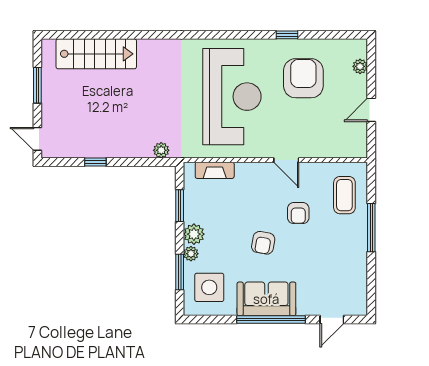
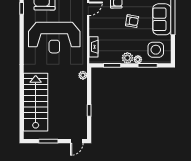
stairs: (96, 54) -> (36, 102), width x1.36, depth x1.51
reception desk: (232, 97) -> (54, 38), turned 180

